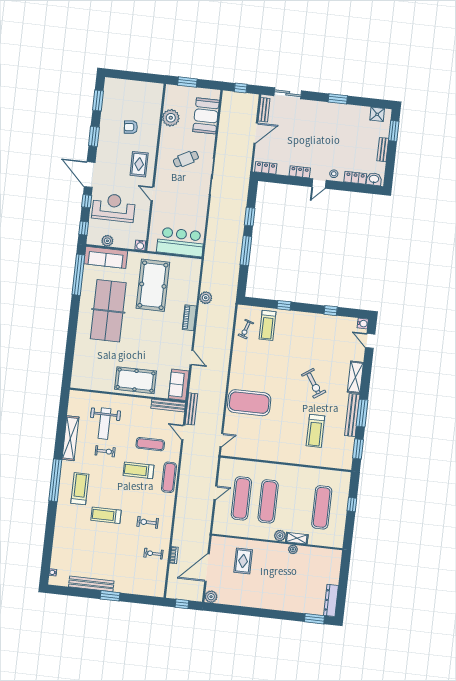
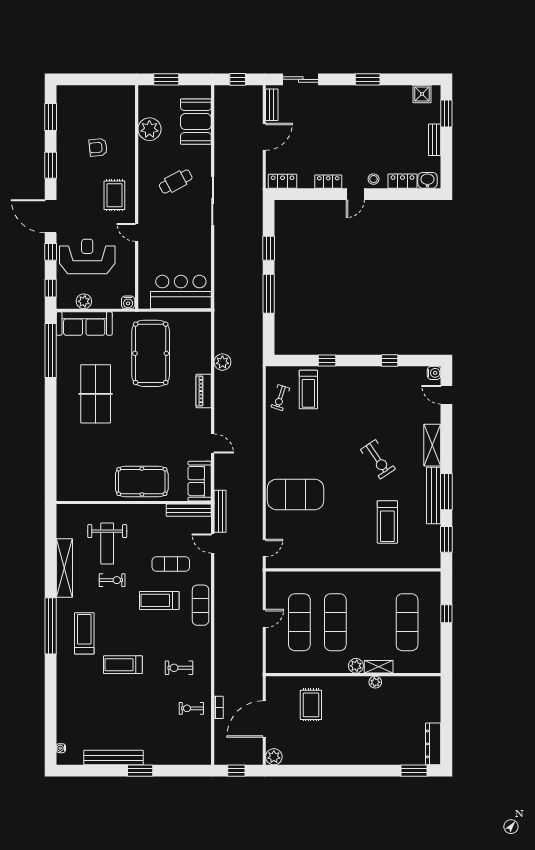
table tennis table: (108, 311) -> (96, 394), width x0.73, depth x0.76

